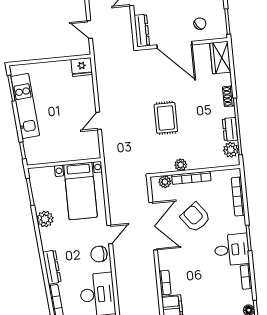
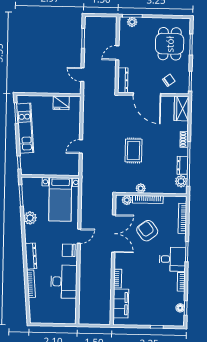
fridge: (82, 67) -> (61, 103), moved

